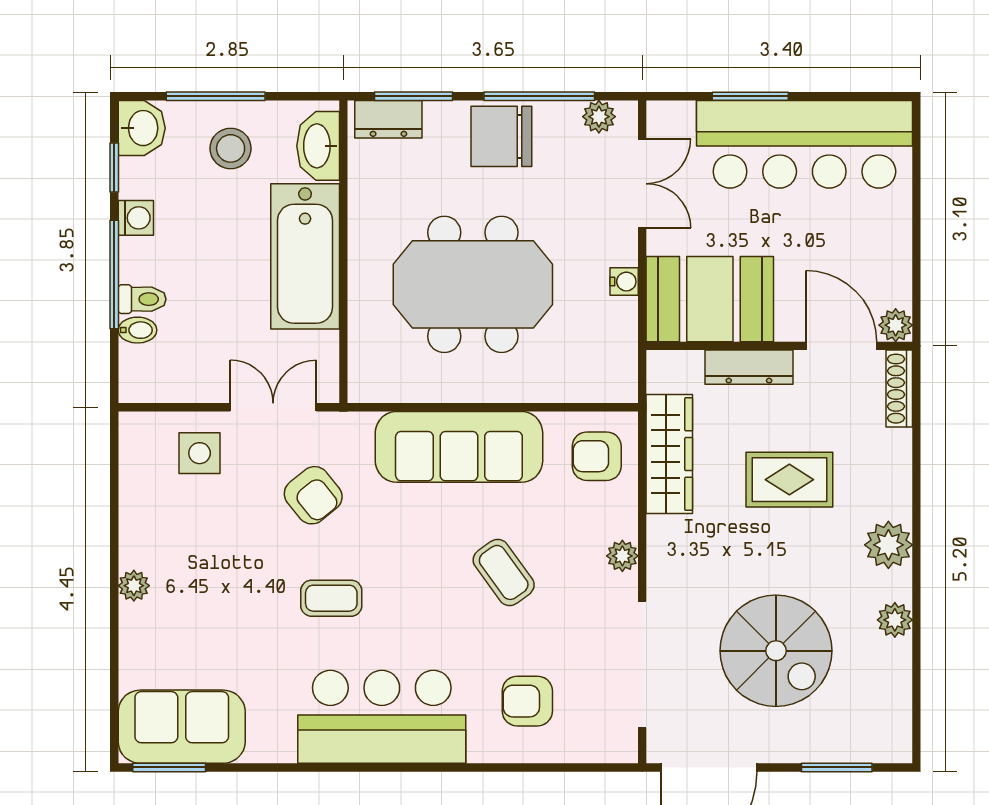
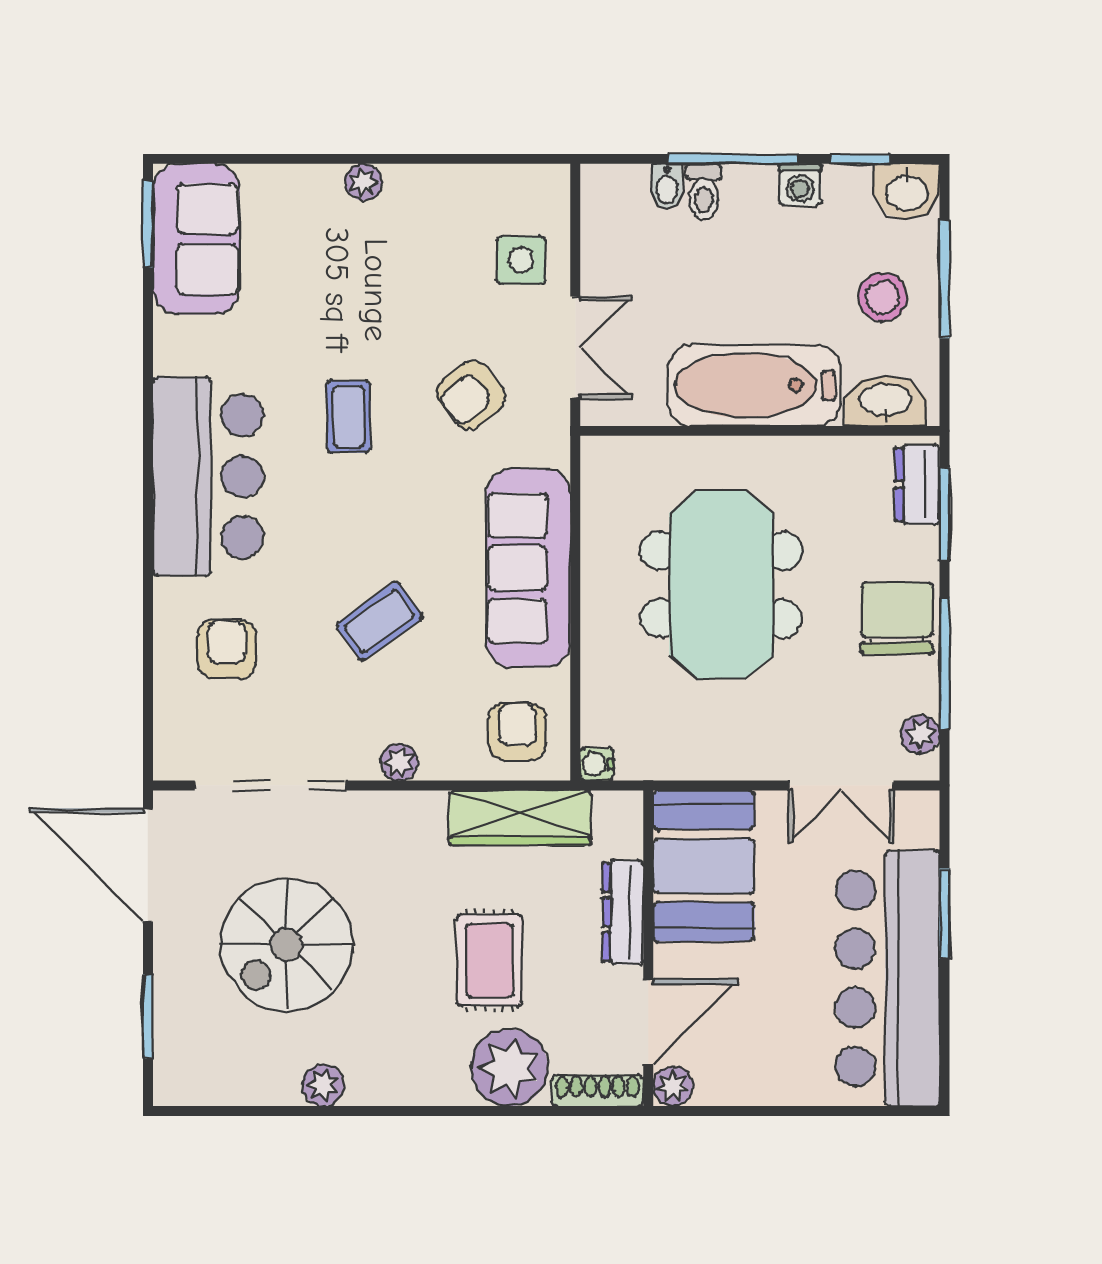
water cooler: (624, 282) -> (597, 764), moved, turned 90
plant: (888, 545) -> (509, 1068), moved, width x1.36, depth x1.36

